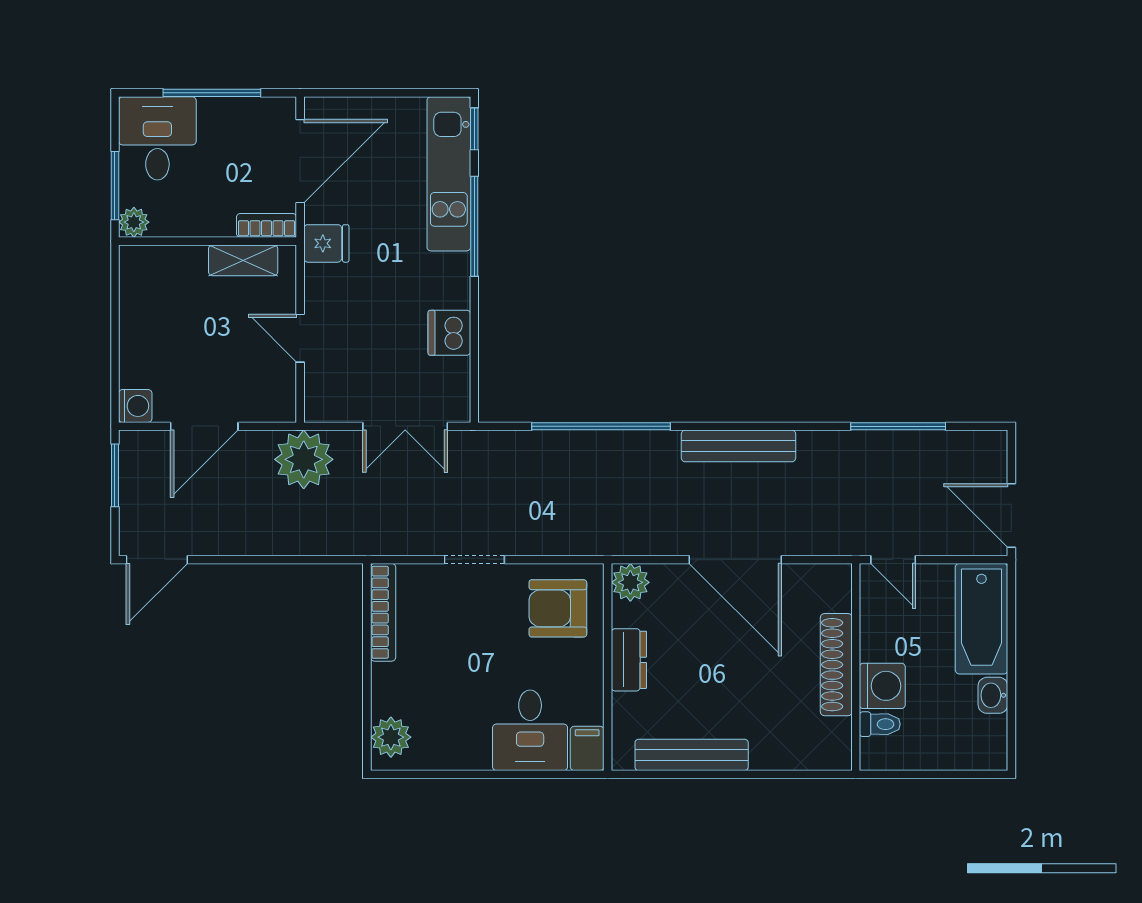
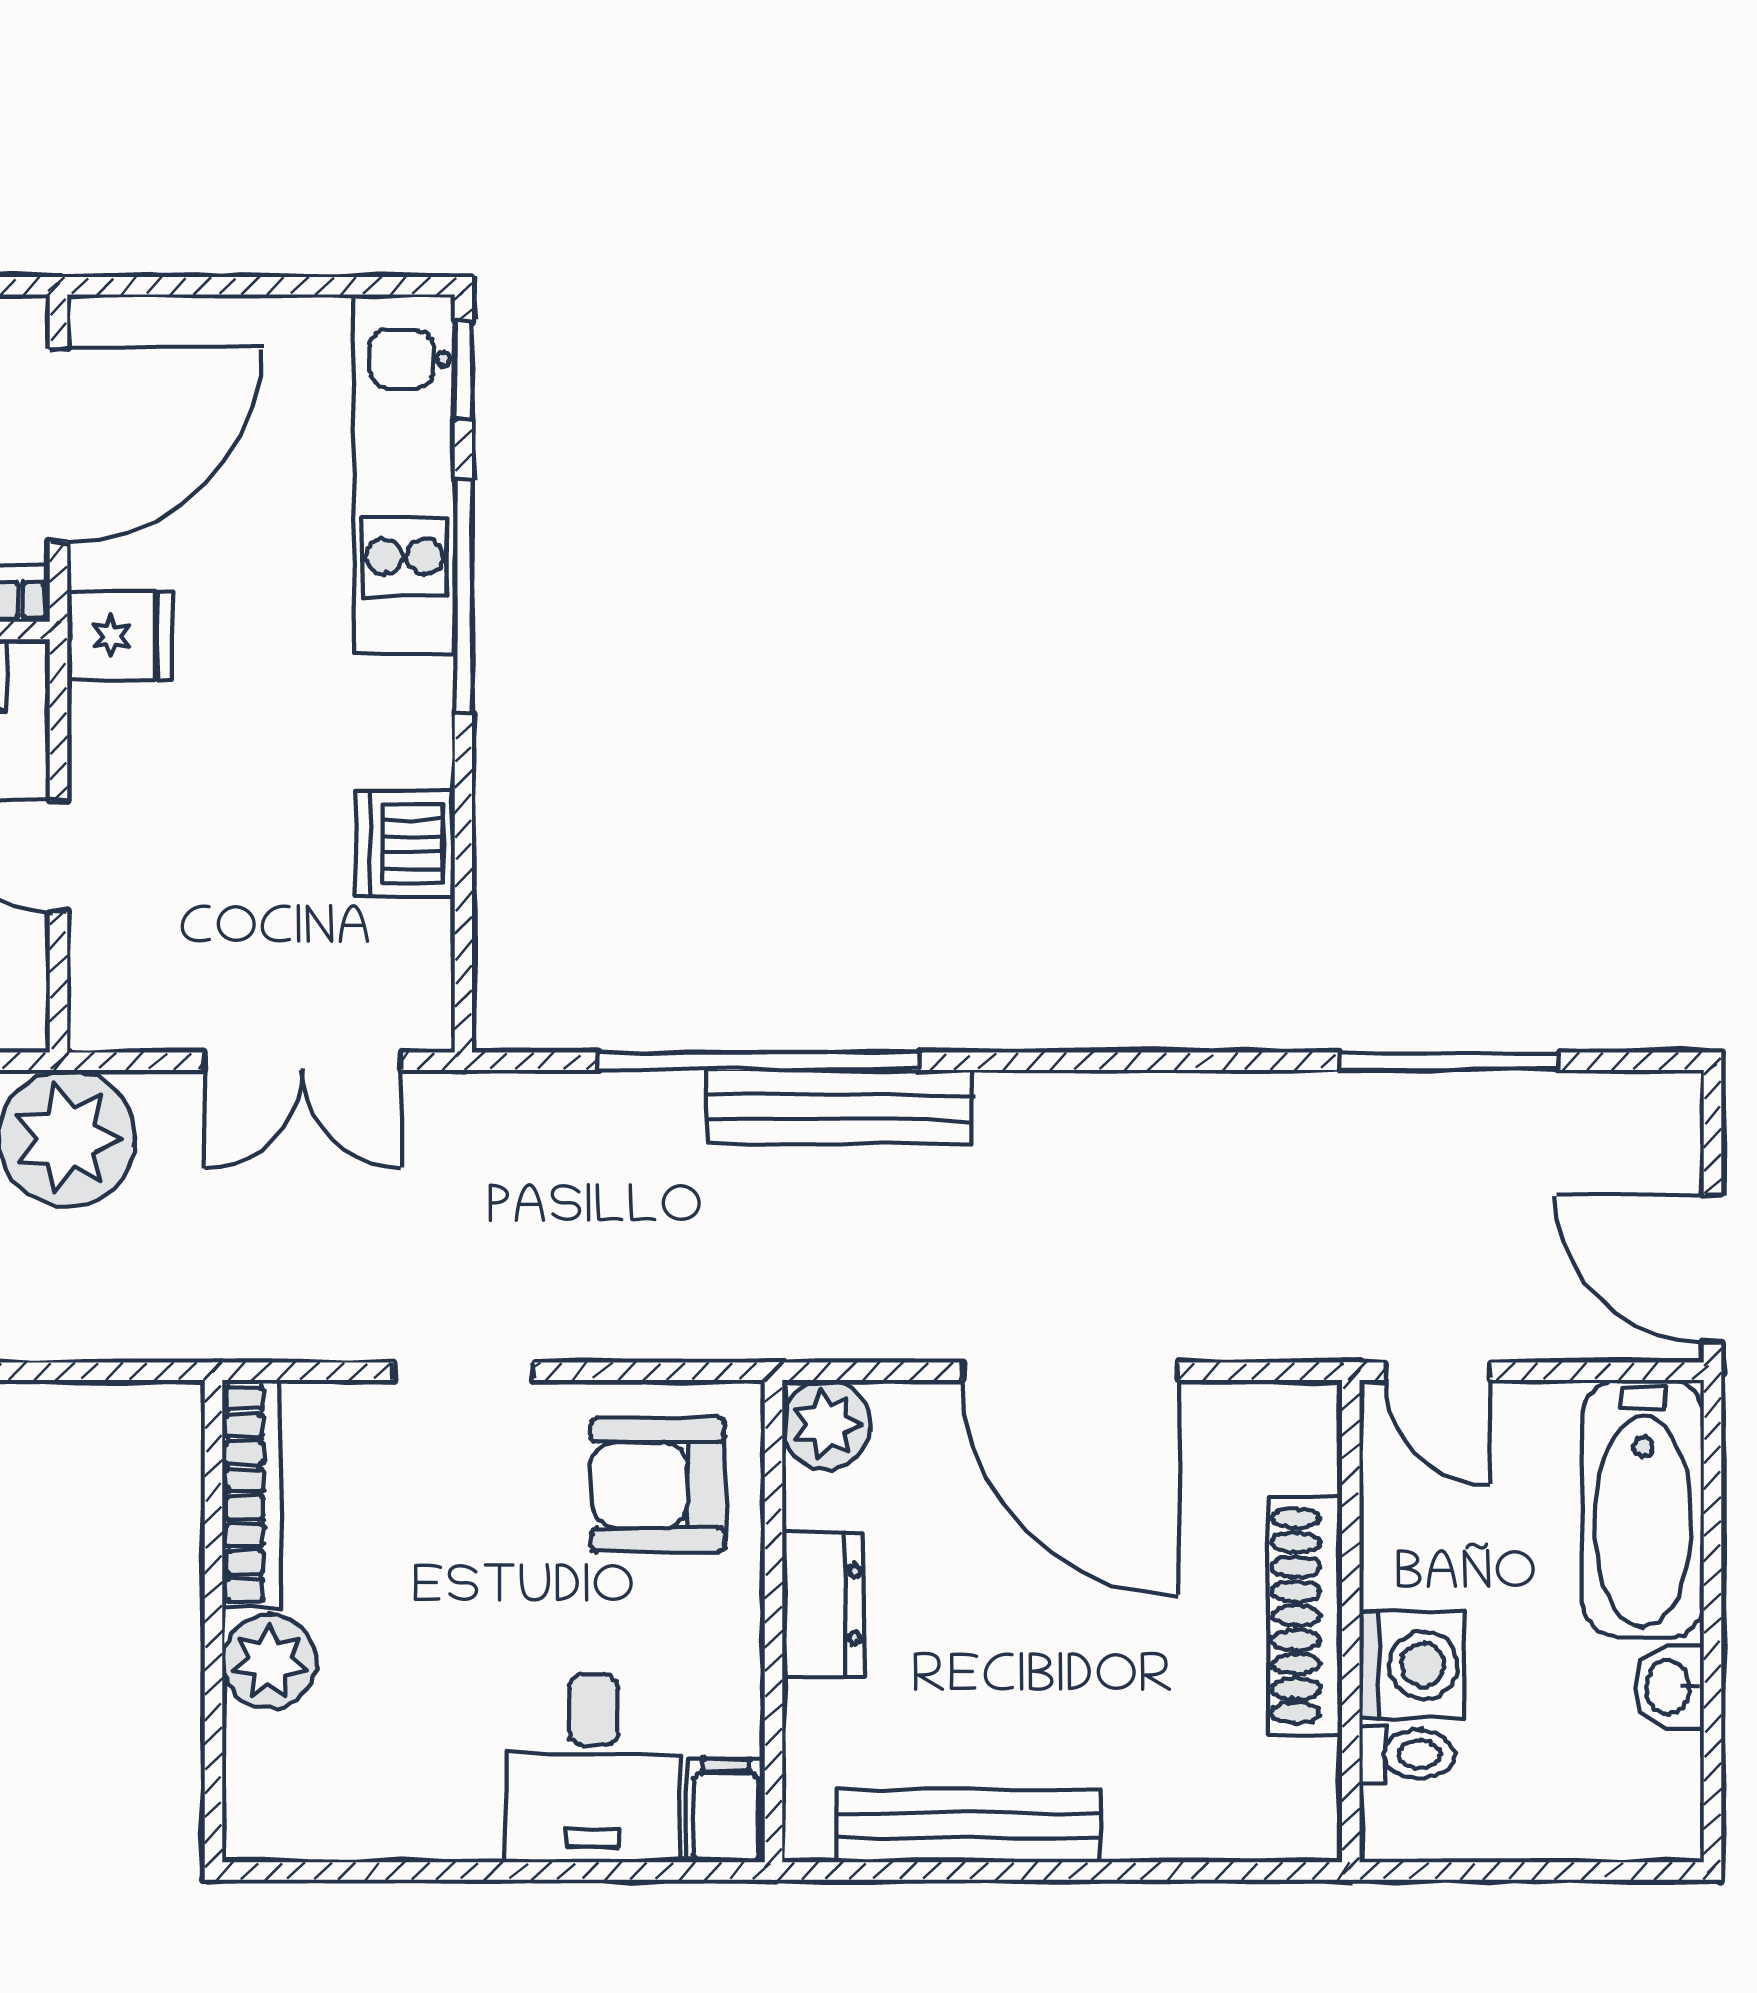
bench: (739, 446) -> (839, 1107), moved
plant: (391, 737) -> (269, 1662), moved

